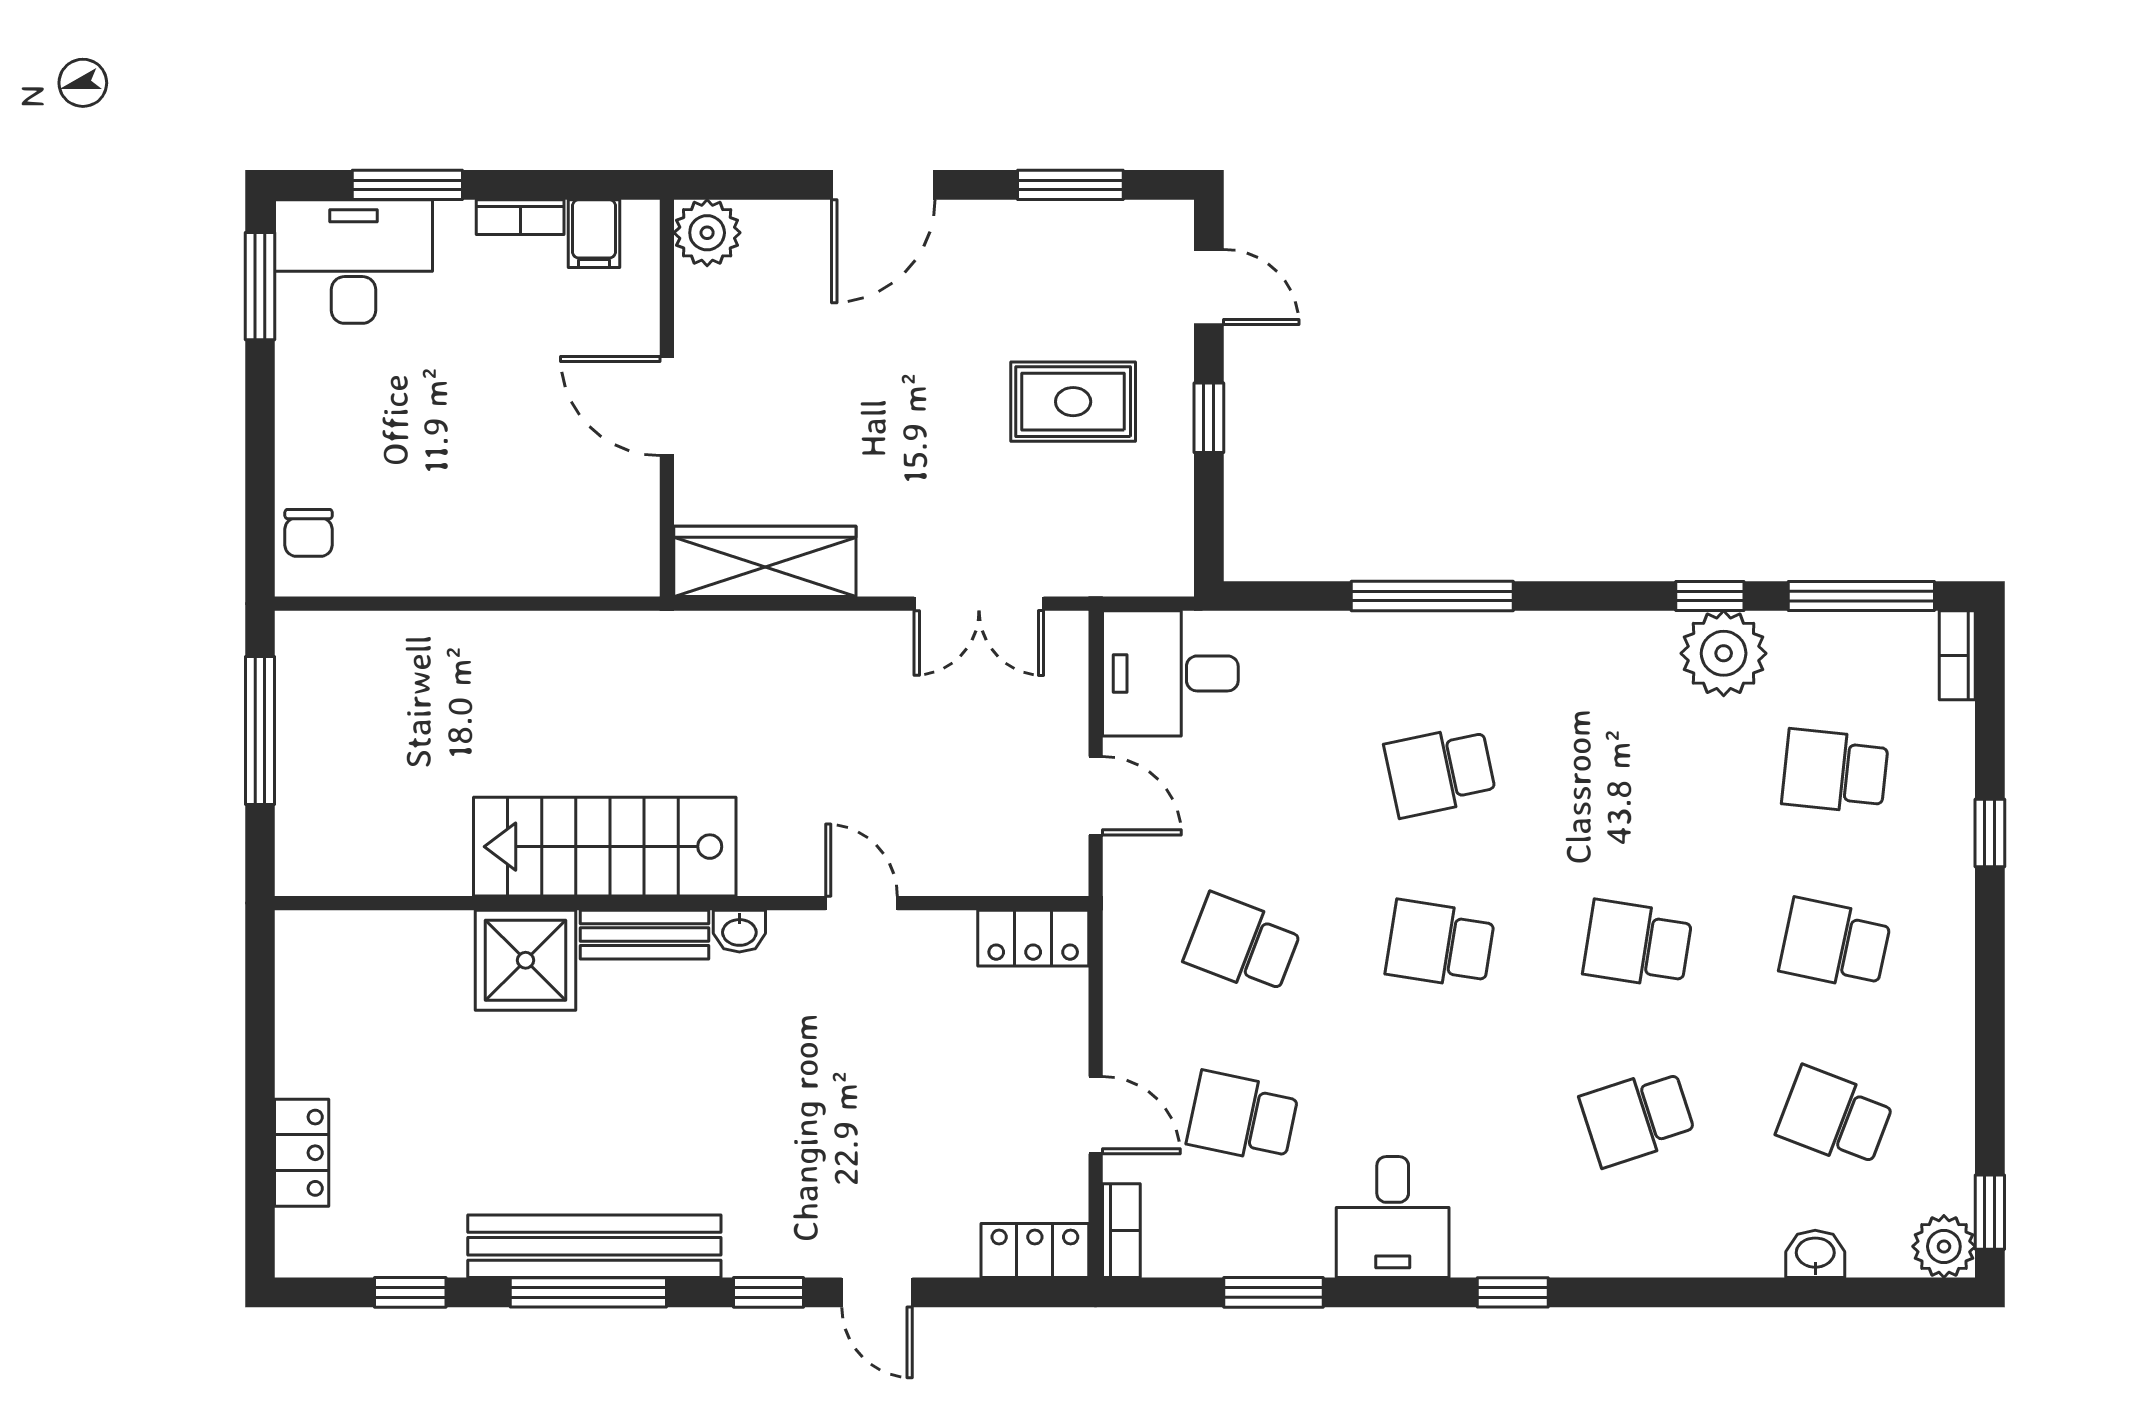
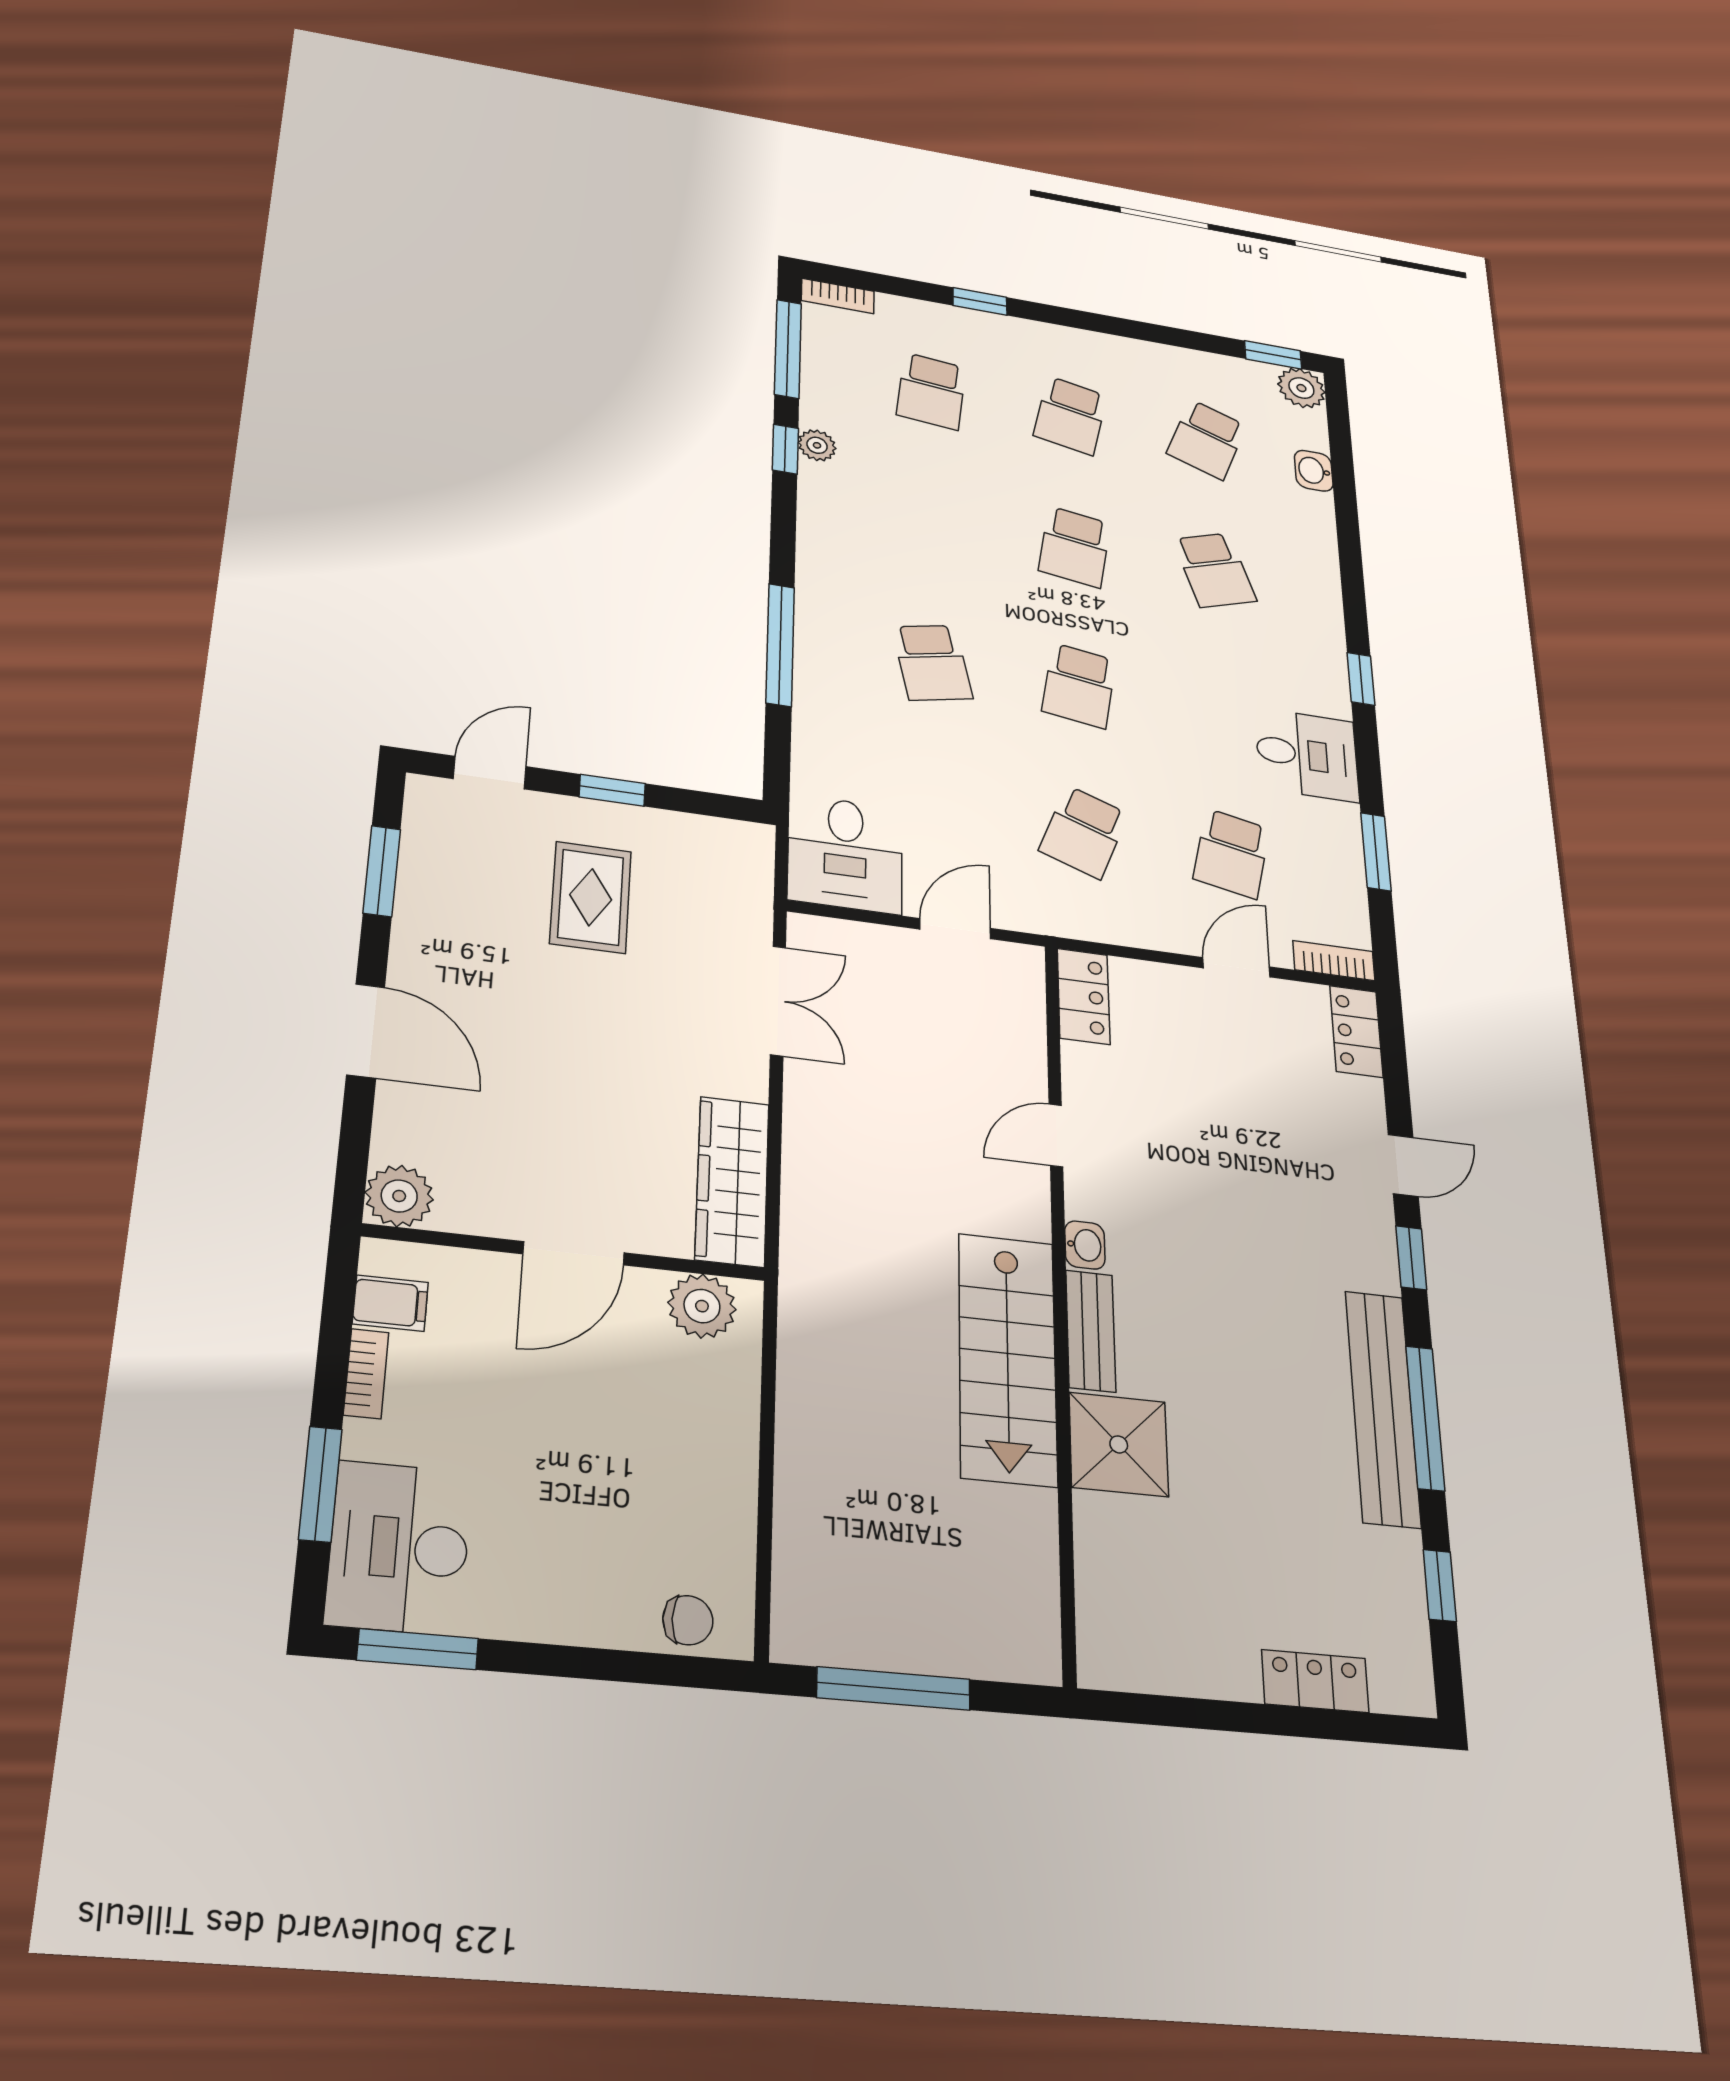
plant: (626, 535) -> (702, 1306), added
plant: (1724, 653) -> (817, 445), width x0.53, depth x0.53

